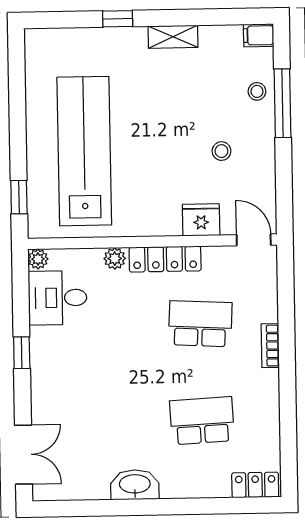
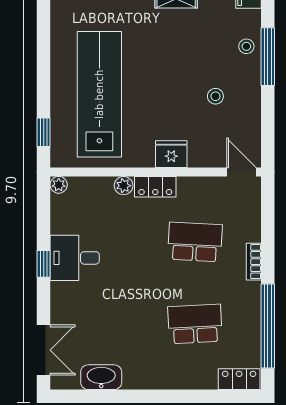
fridge: (201, 220) -> (171, 154), moved
locker: (165, 259) -> (155, 187), width x0.66
desk: (58, 298) -> (75, 258), moved
window: (288, 422) -> (268, 326), added
washbasin: (135, 485) -> (101, 377), moved

